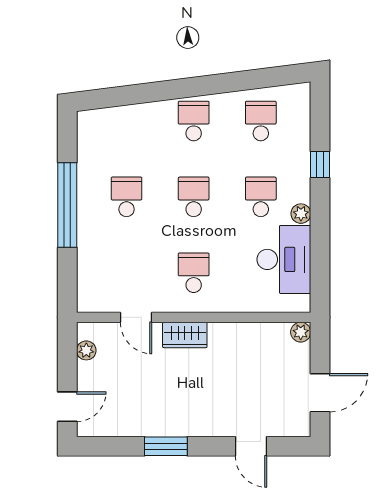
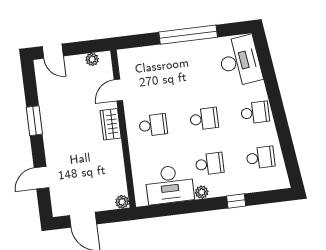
desk: (115, 134) -> (240, 61), added
school desk: (127, 197) -> (199, 74), removed

